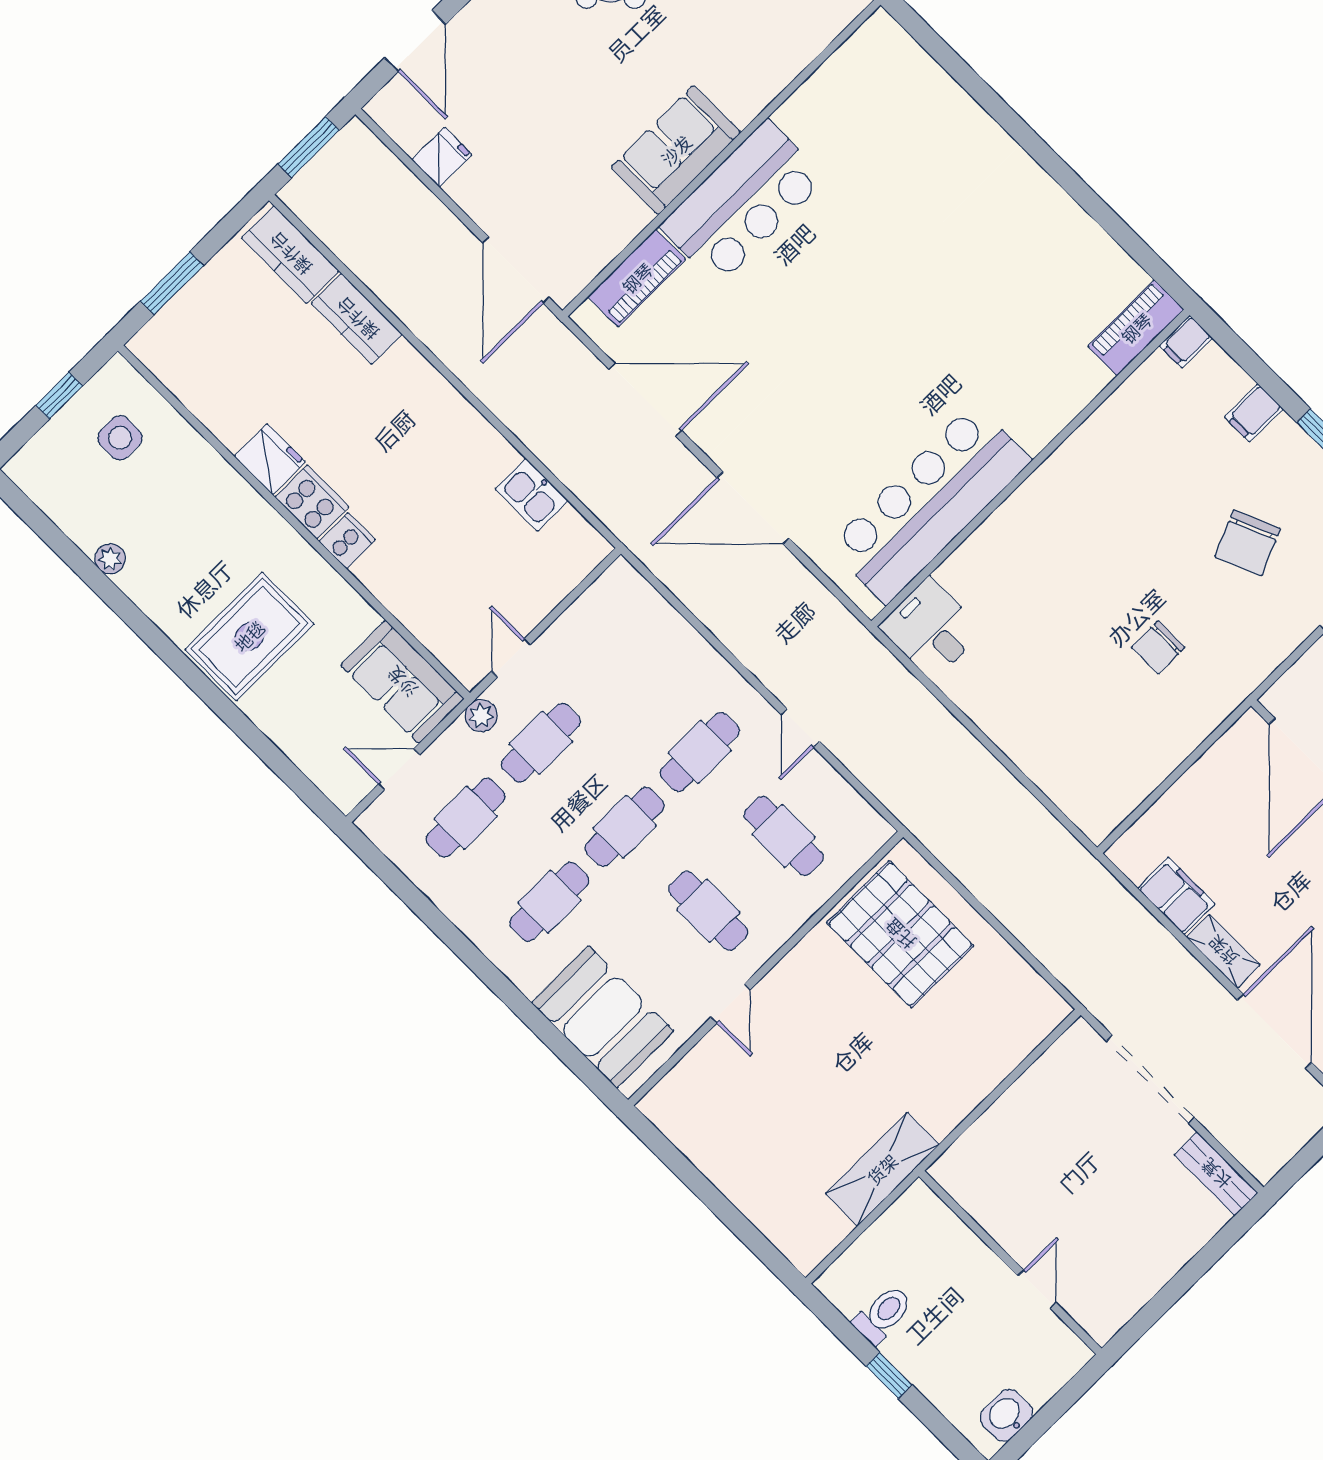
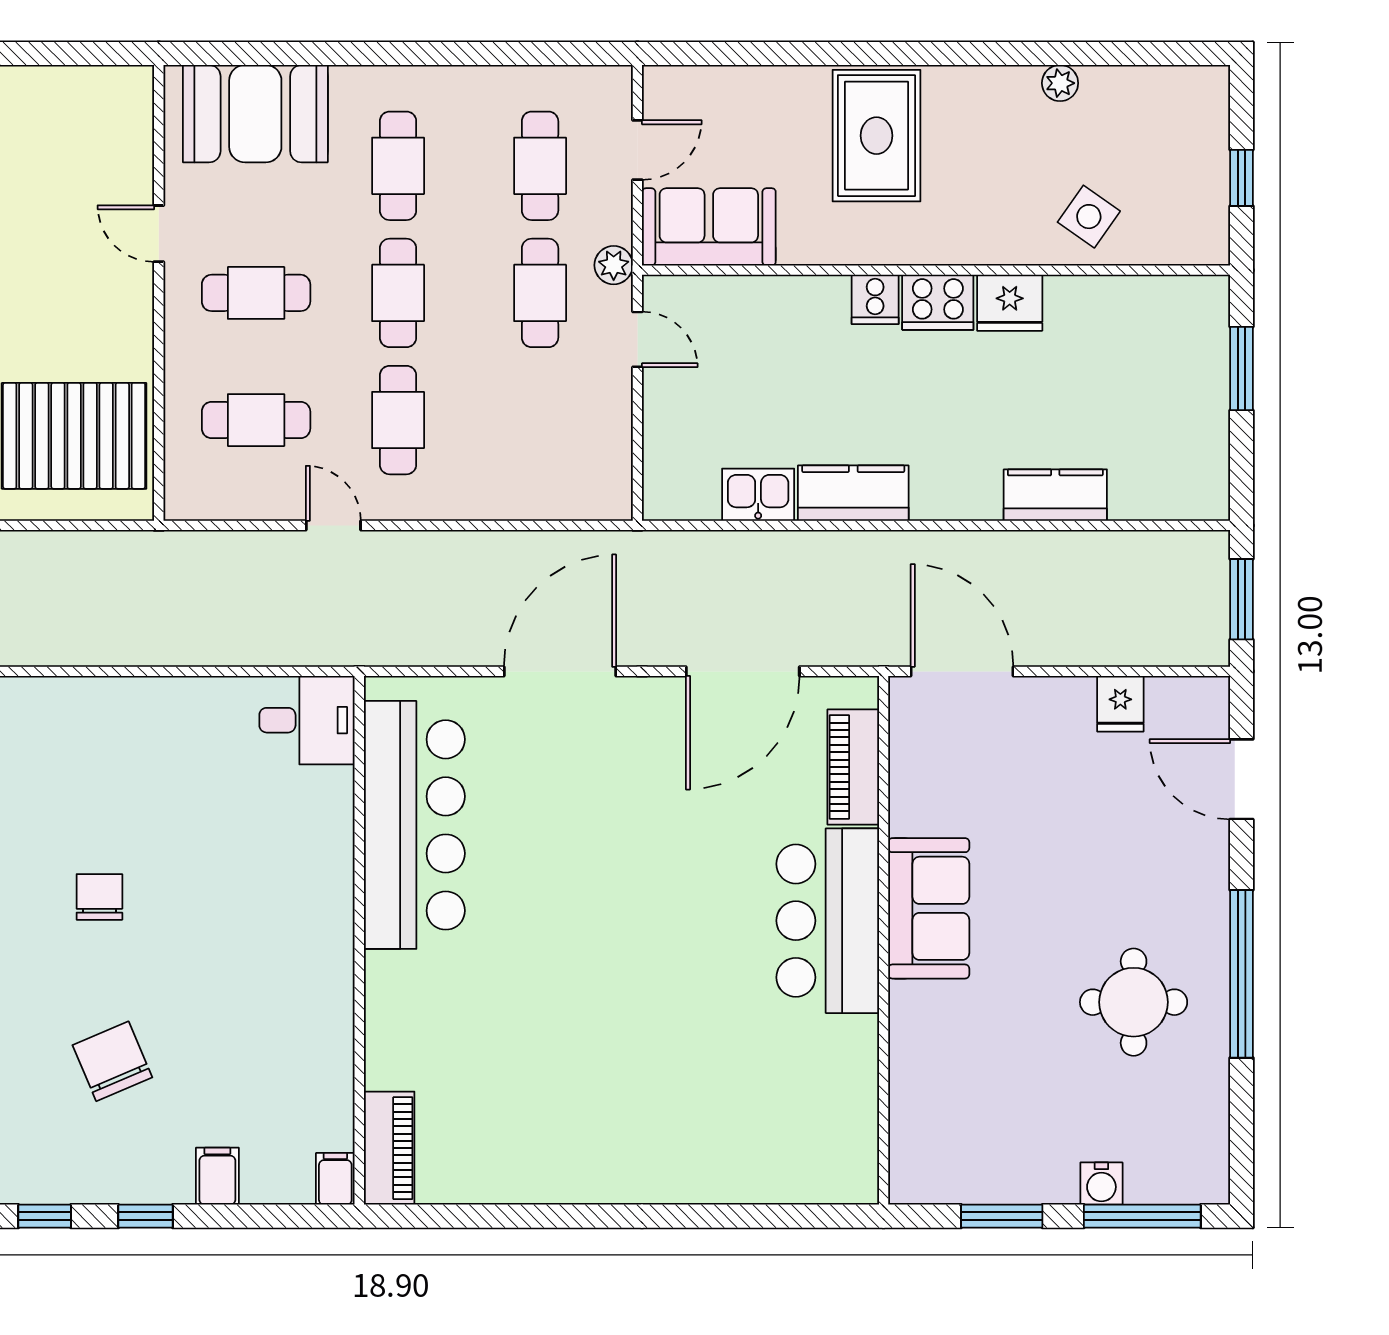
kitchen counter: (290, 254) -> (853, 493), moved
side table: (120, 438) -> (1089, 217), moved, turned 35

